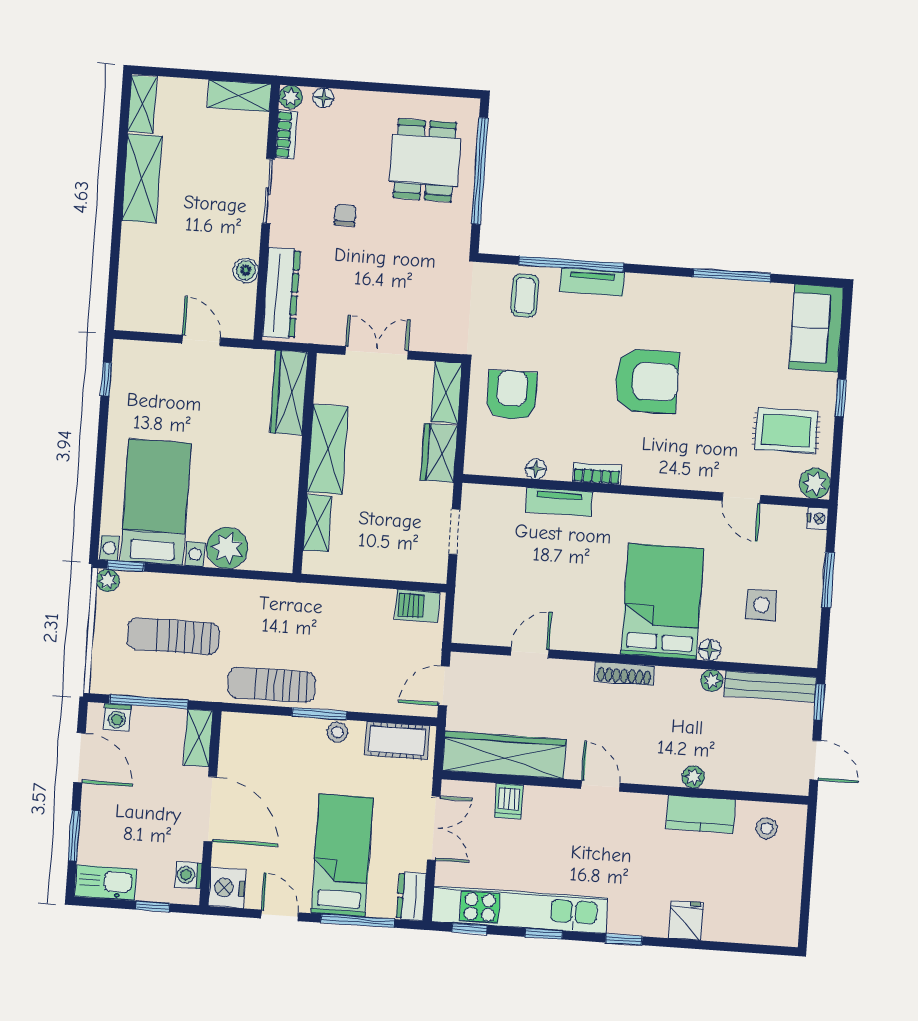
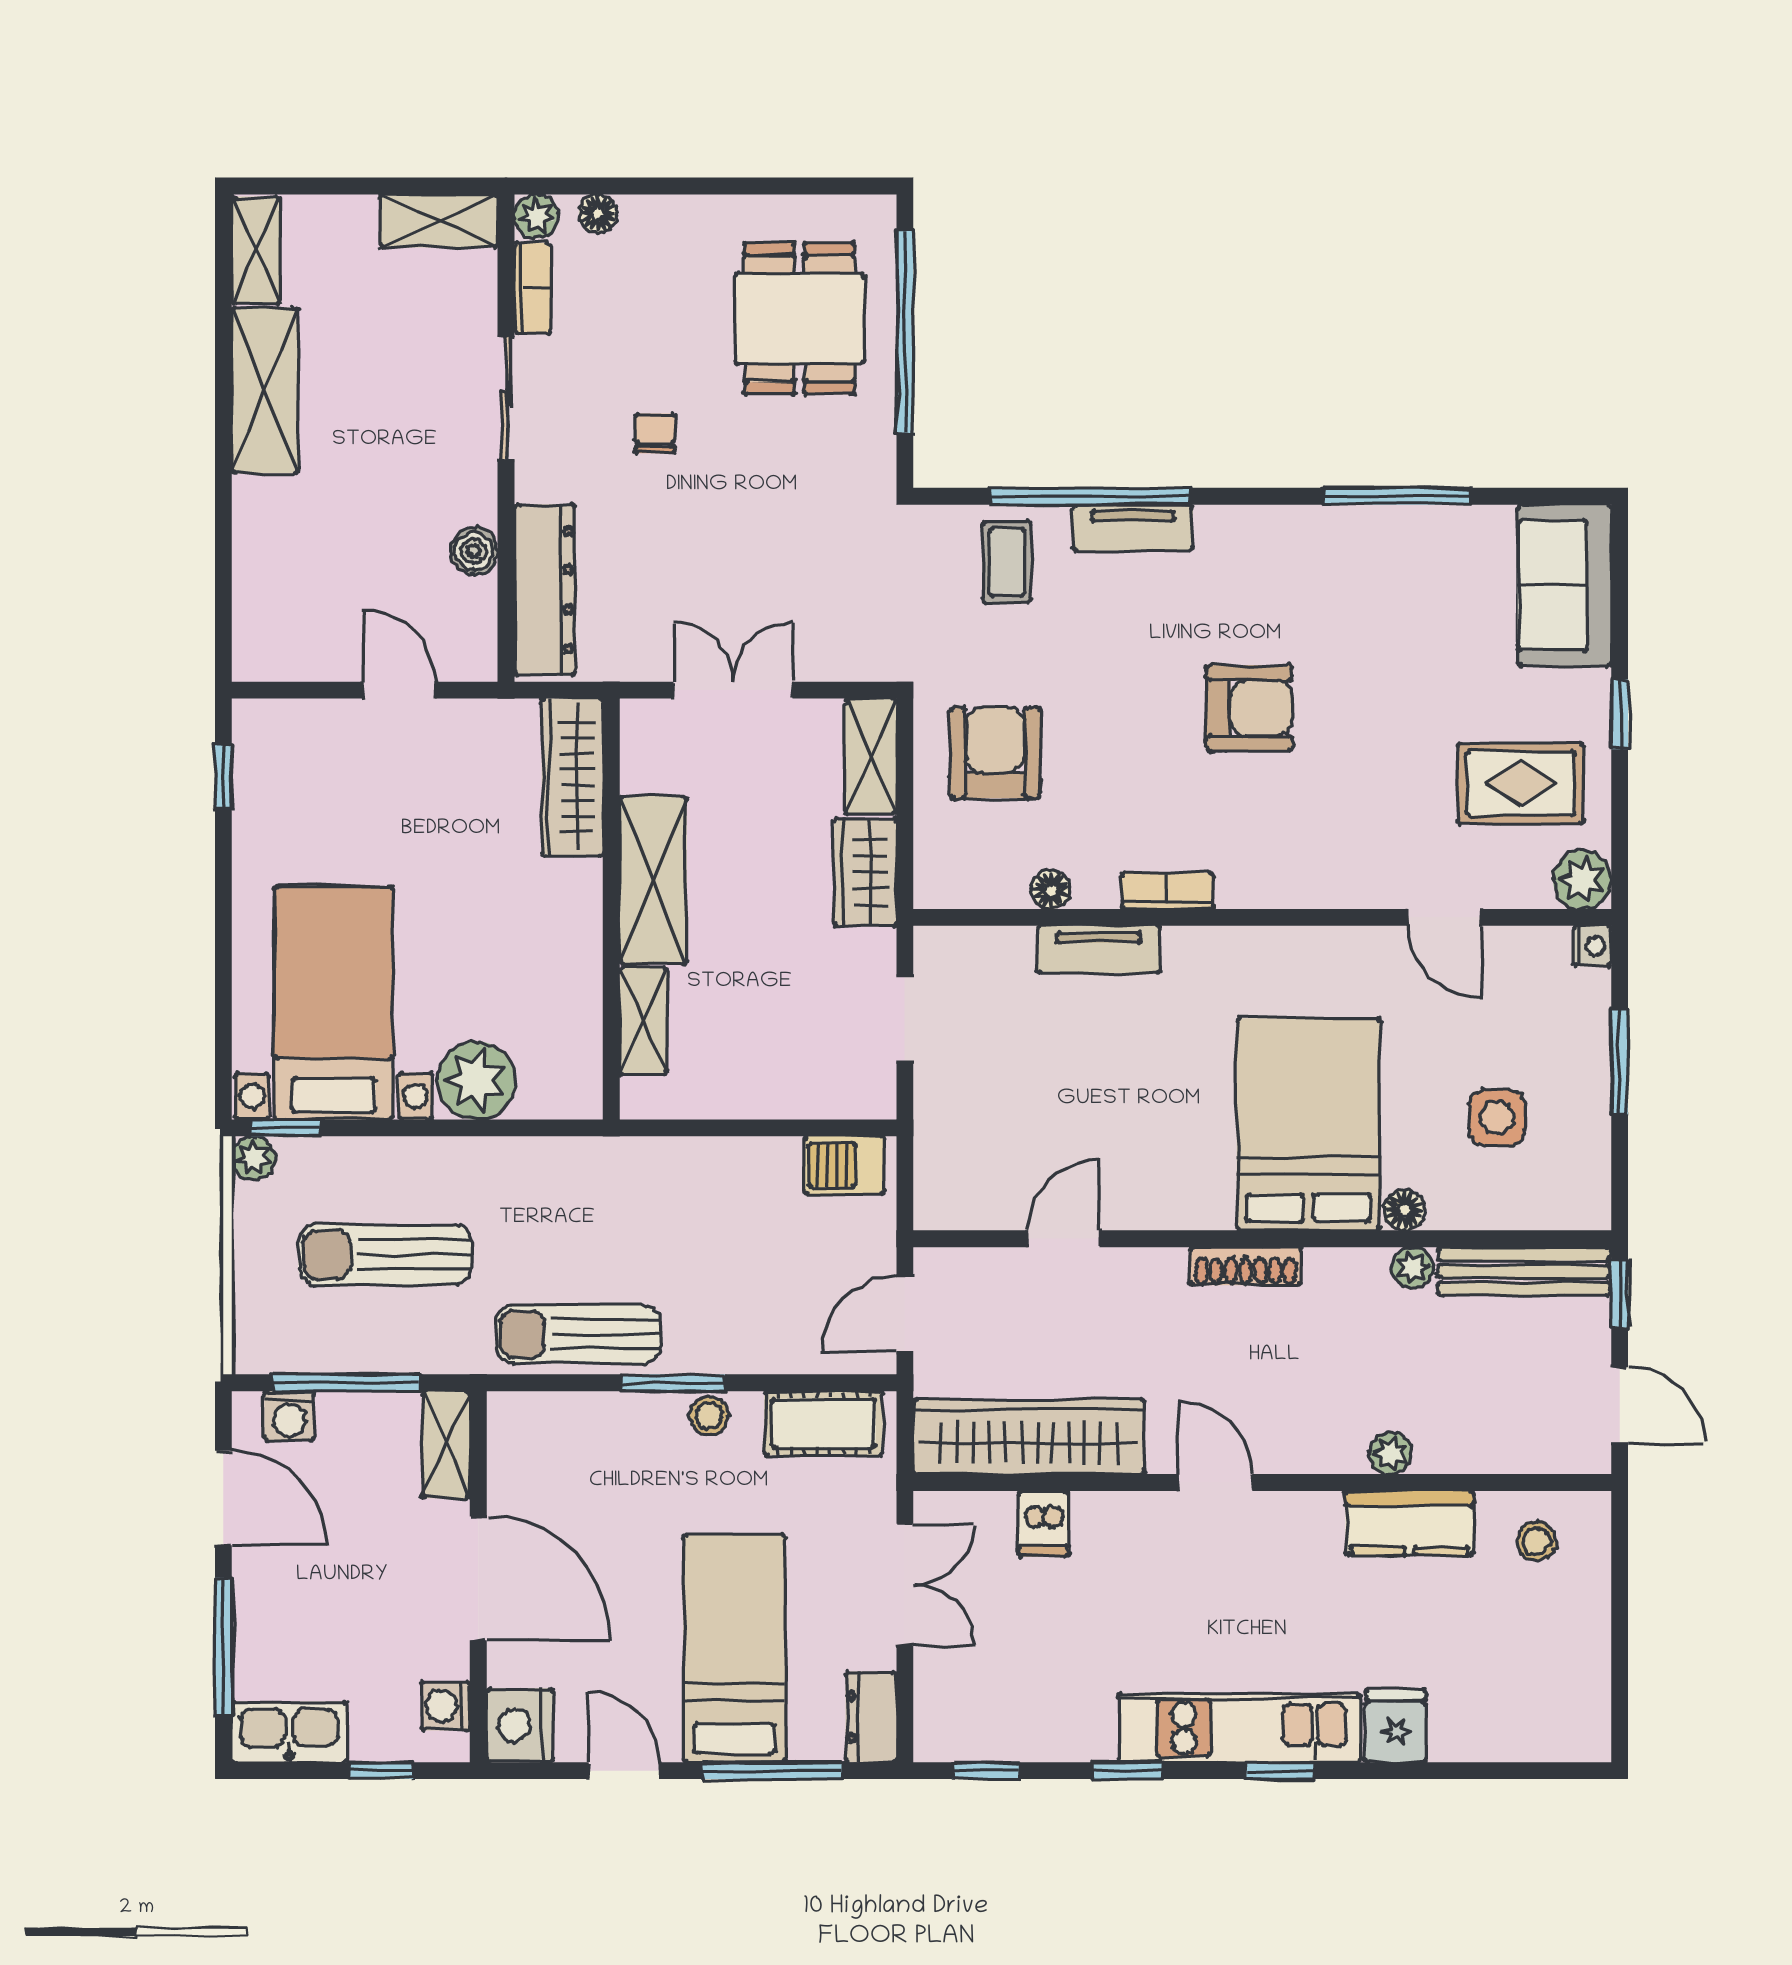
armchair: (647, 381) -> (1249, 708), width x0.73, depth x0.73
window: (74, 836) -> (223, 1647), width x1.44
kitchen unit: (520, 910) -> (1239, 1728), moved, width x0.73

